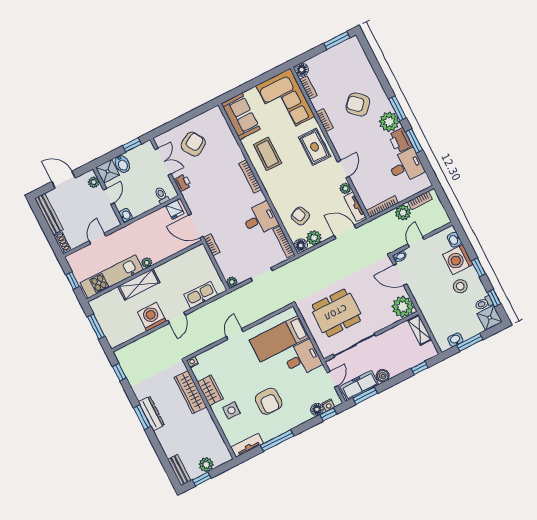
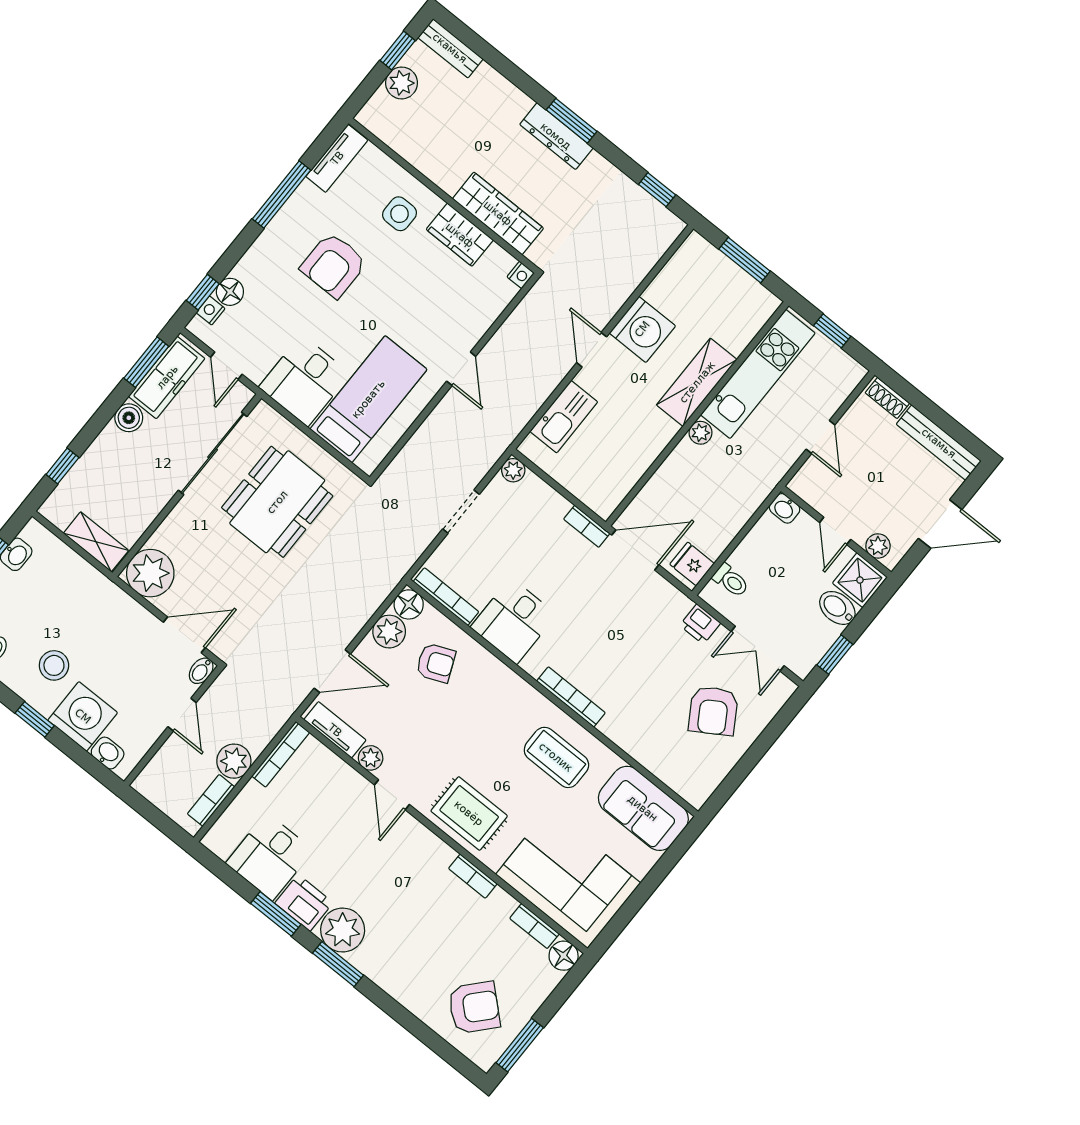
armchair: (358, 104) -> (474, 1008), moved
armchair: (269, 401) -> (334, 265), turned -90

